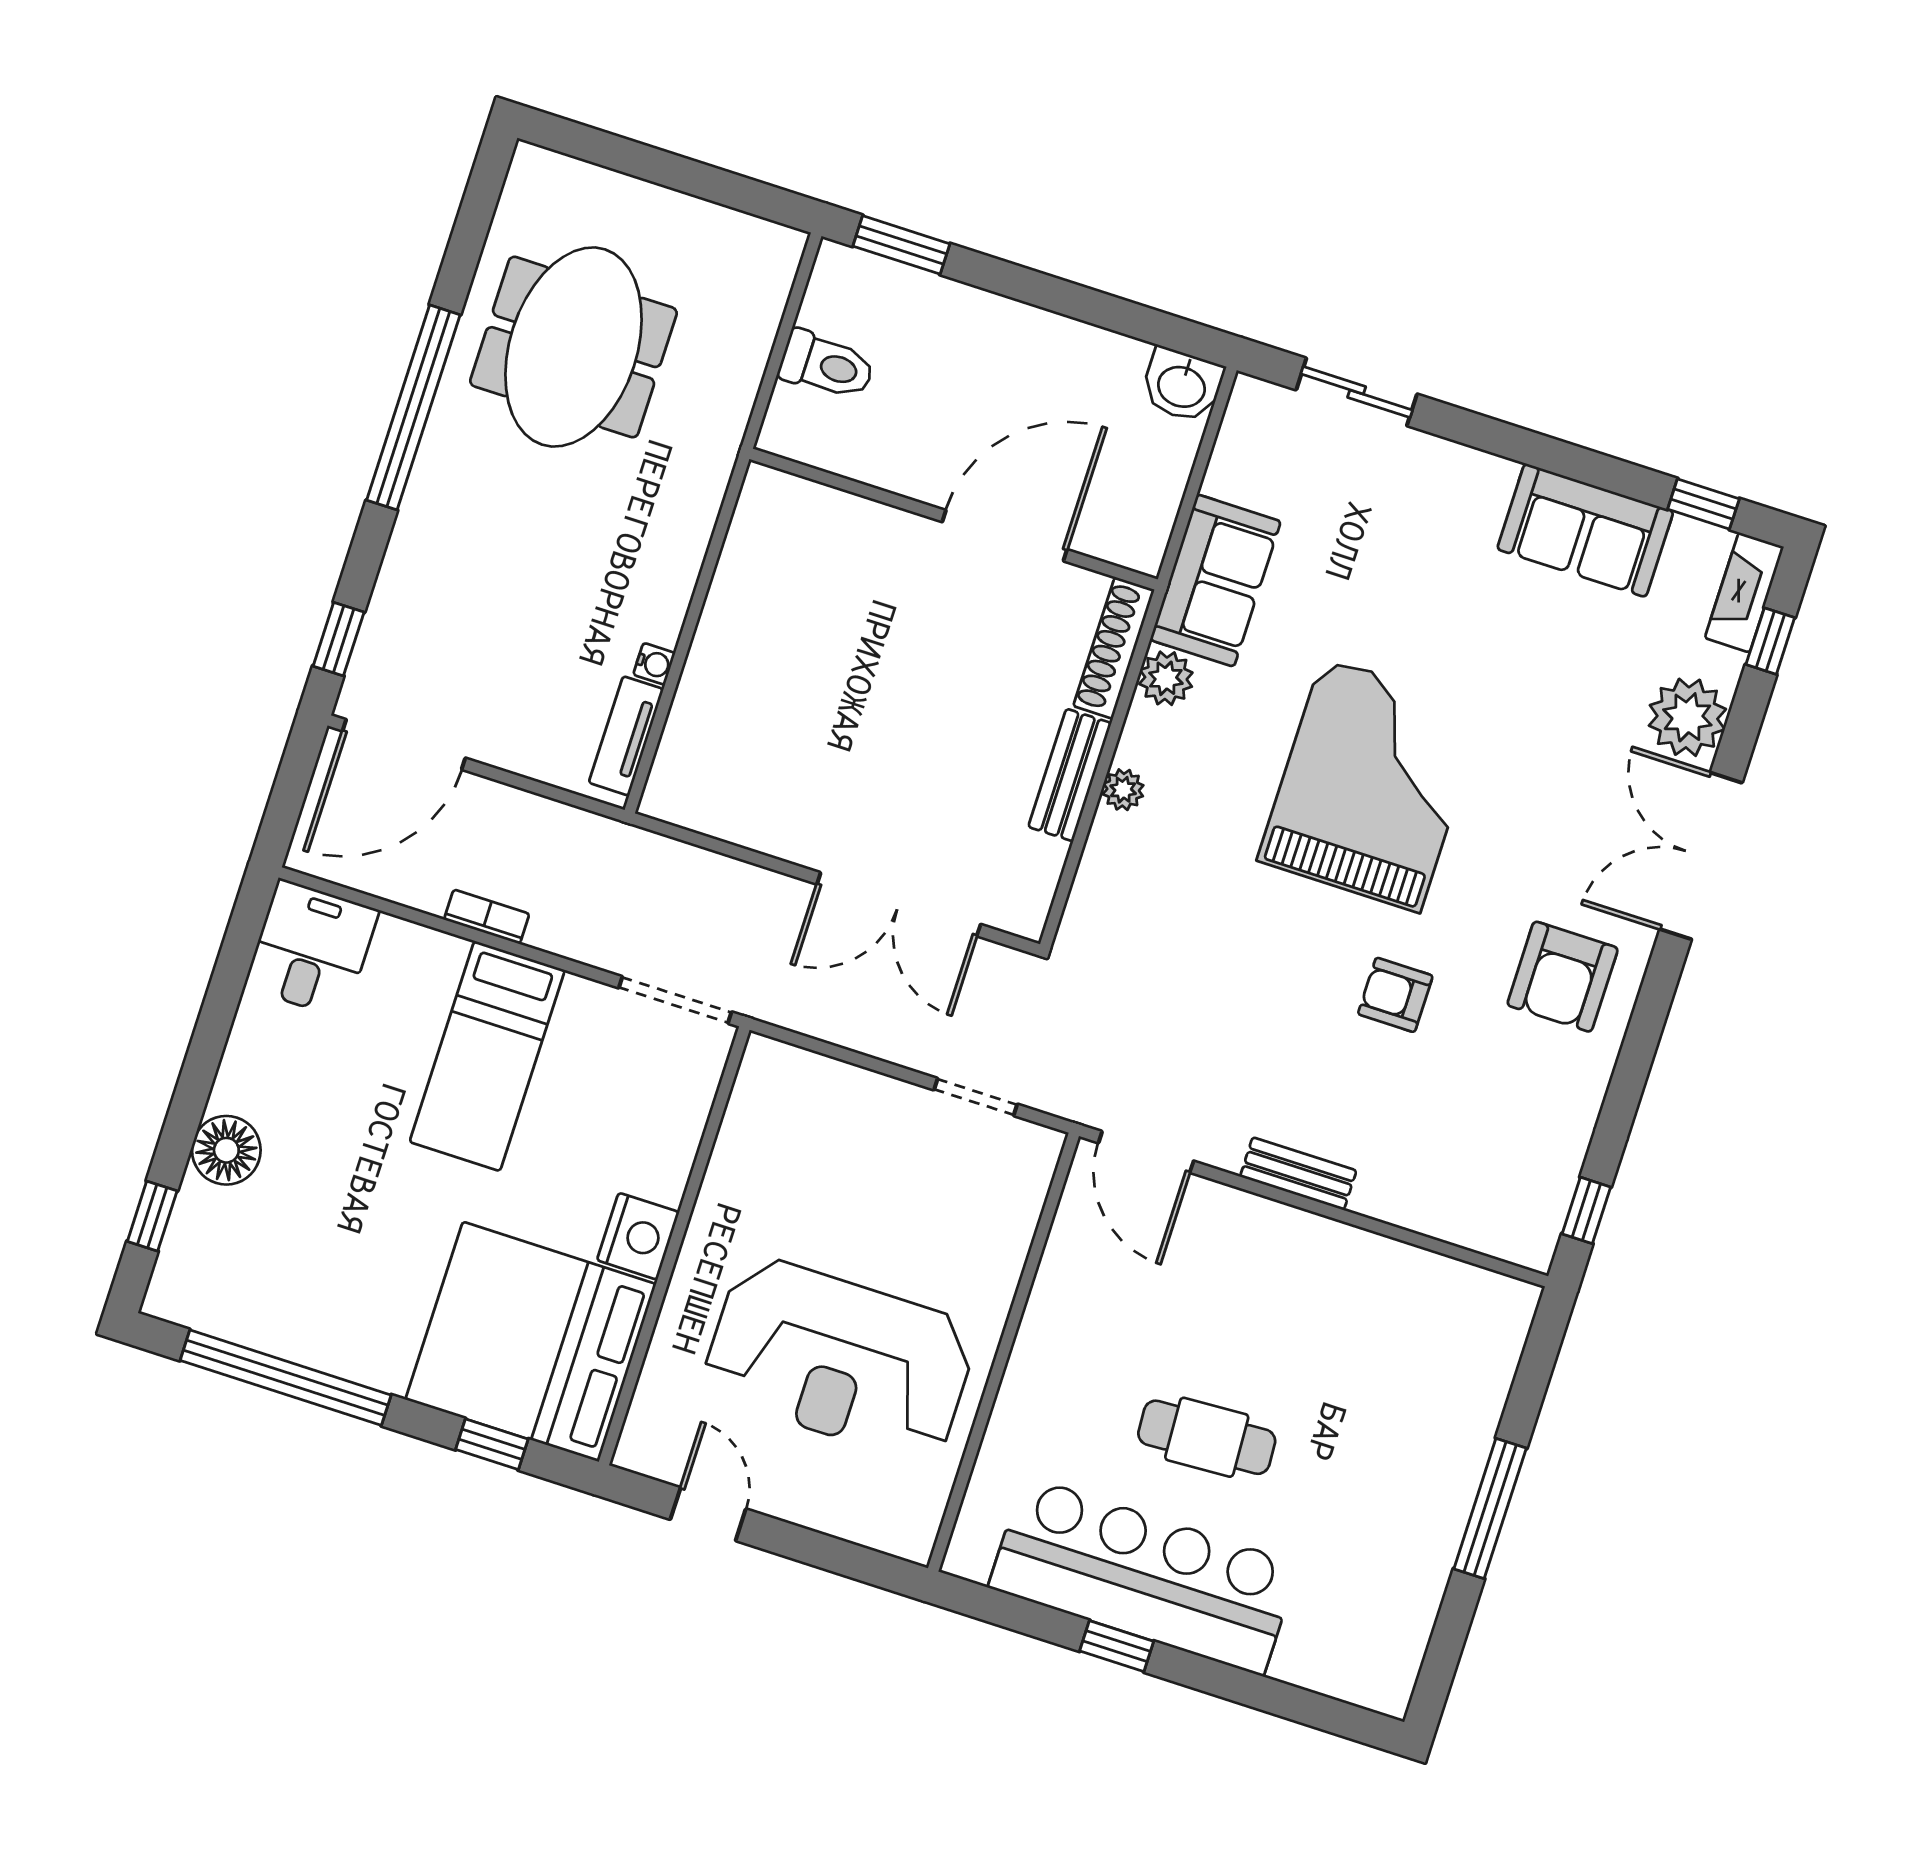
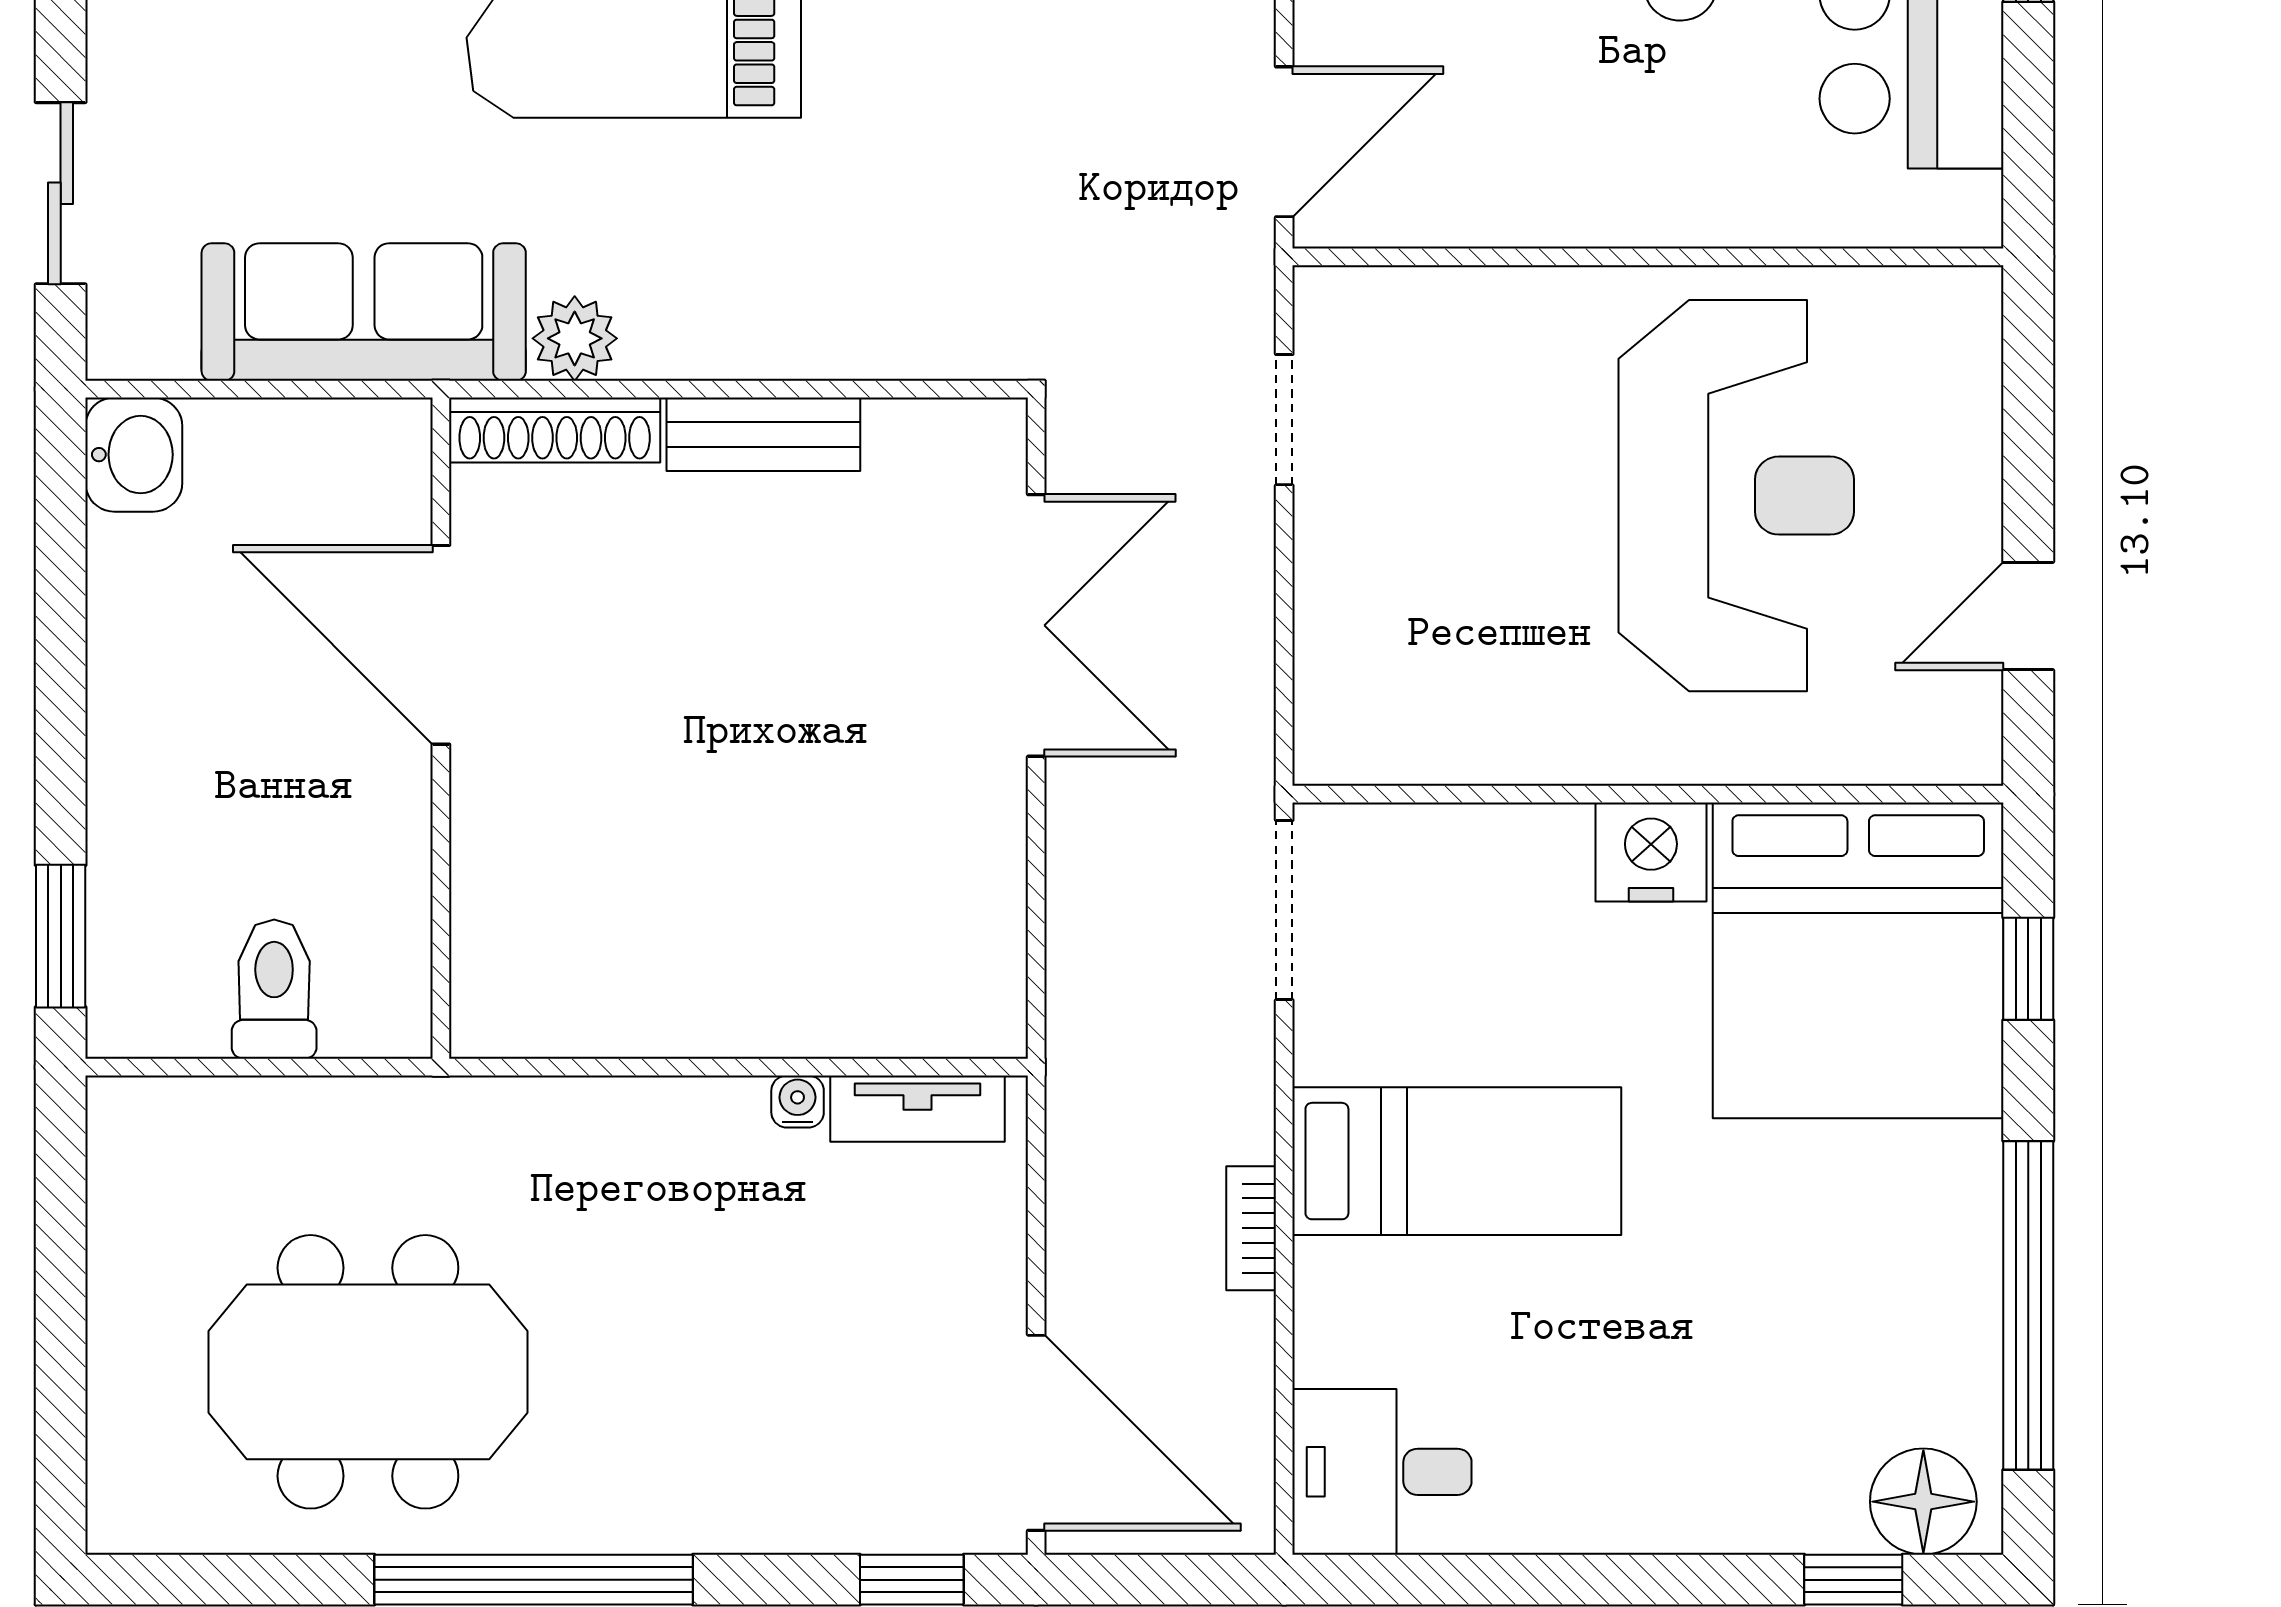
sofa: (1215, 581) -> (364, 312), width x1.36
plant: (1123, 790) -> (760, 348), removed
floor lamp: (226, 1150) -> (1923, 1502), moved

